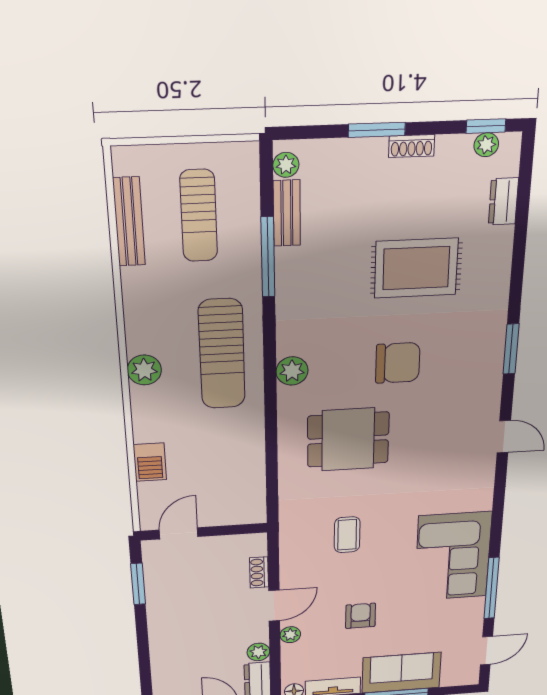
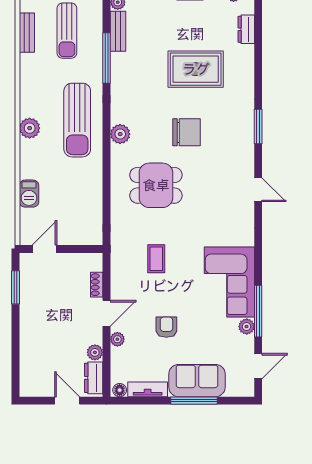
bench: (129, 222) -> (27, 33), width x0.73
plant: (474, 607) -> (247, 327), added

